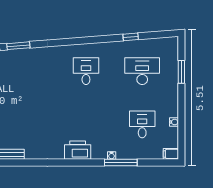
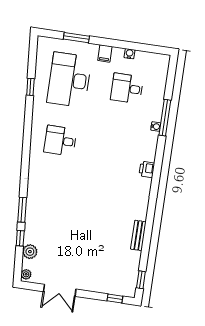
desk: (142, 71) -> (69, 80), width x1.36, depth x1.30
printer: (78, 150) -> (147, 169), width x0.53, depth x0.68
filing cabinet: (171, 154) -> (105, 53), moved

